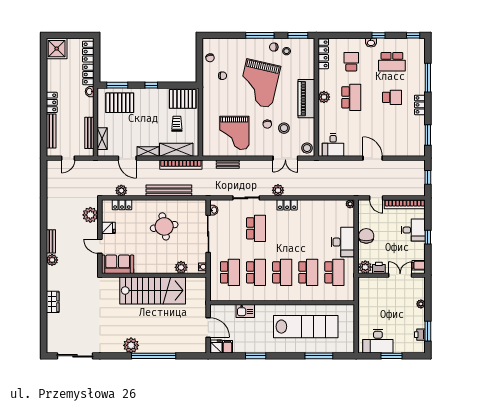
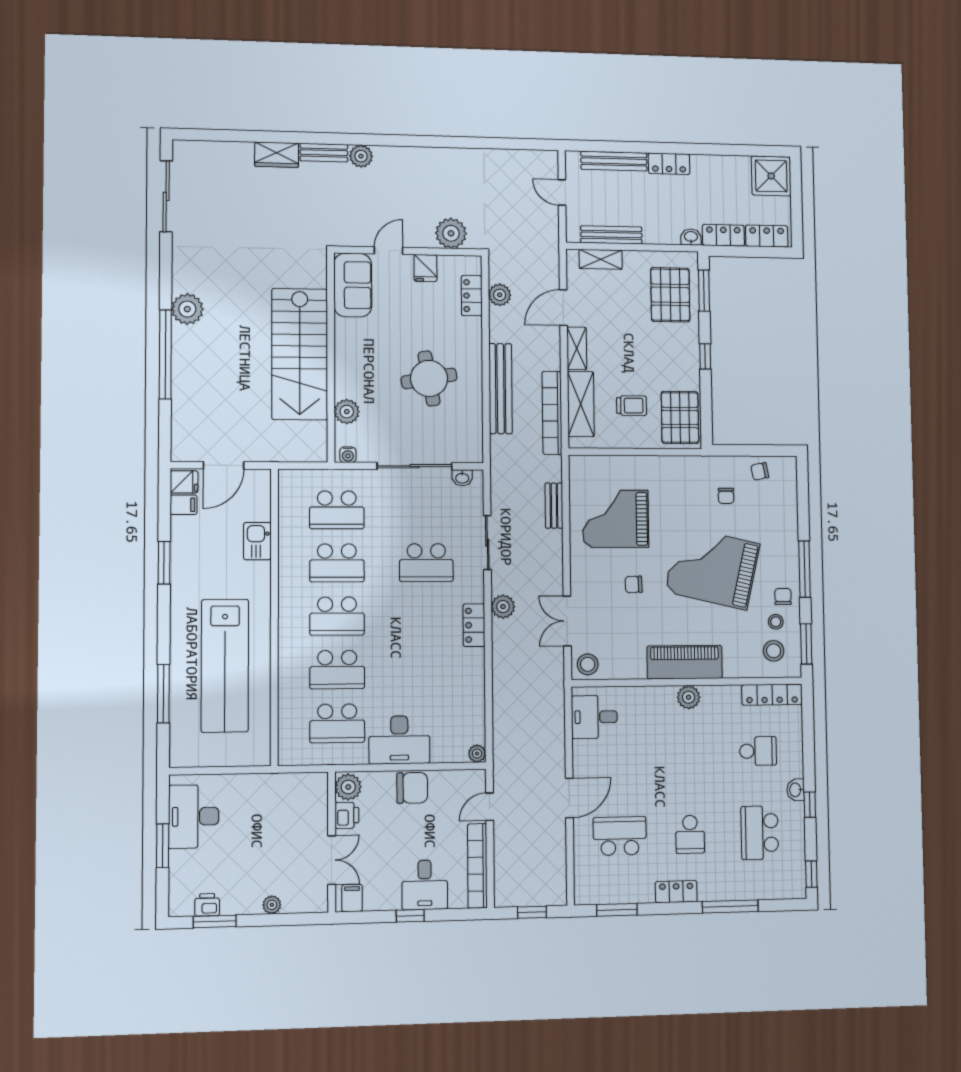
school desk: (351, 97) -> (620, 836), moved, turned 180
stool: (284, 128) -> (774, 651), moved
bench: (51, 241) -> (324, 153), moved

